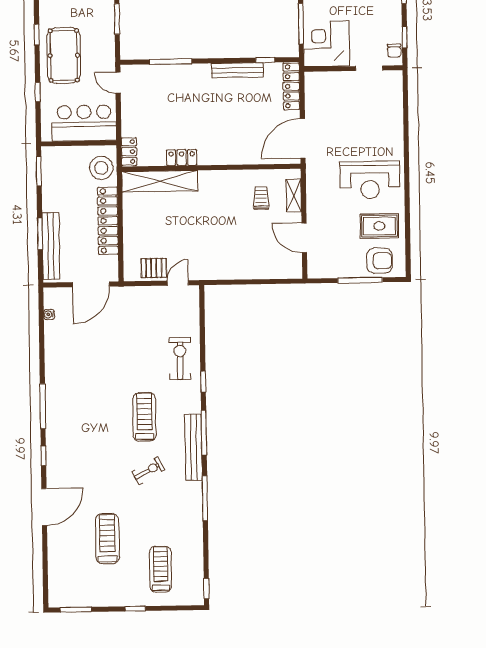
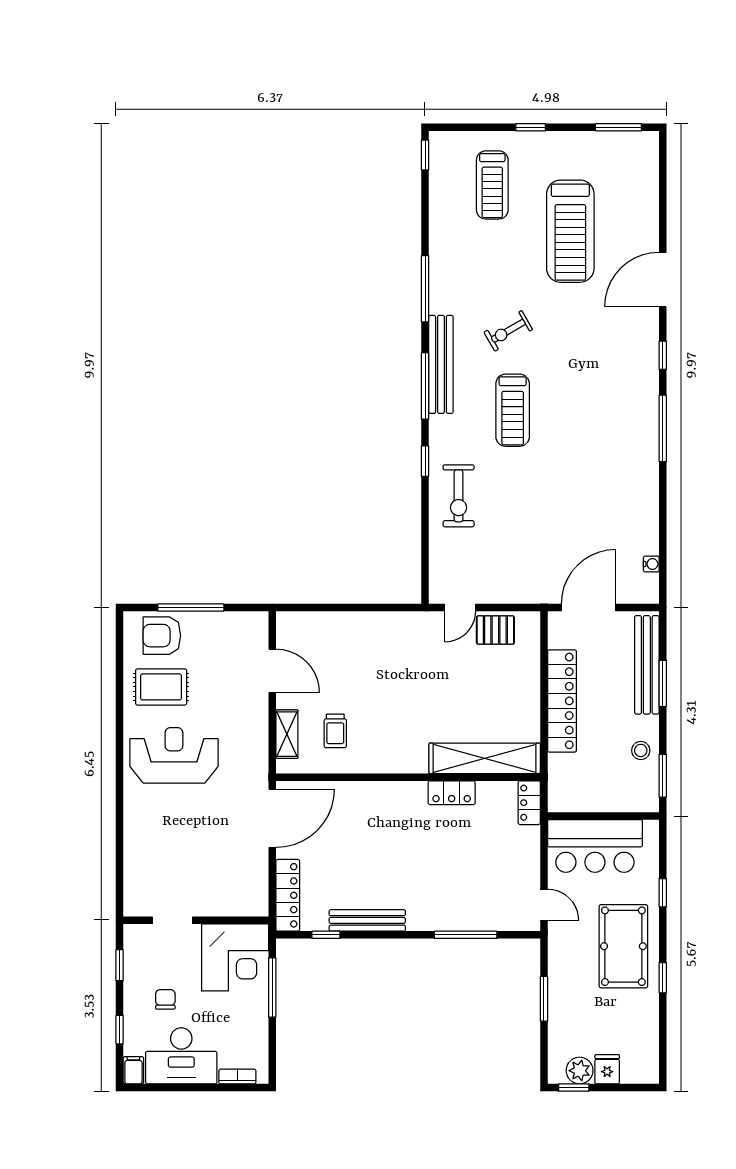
chair: (394, 51) -> (165, 999), moved
stool: (101, 168) -> (641, 750), moved, width x0.53, depth x0.53
treadmill: (107, 539) -> (570, 231), width x1.37, depth x1.38

